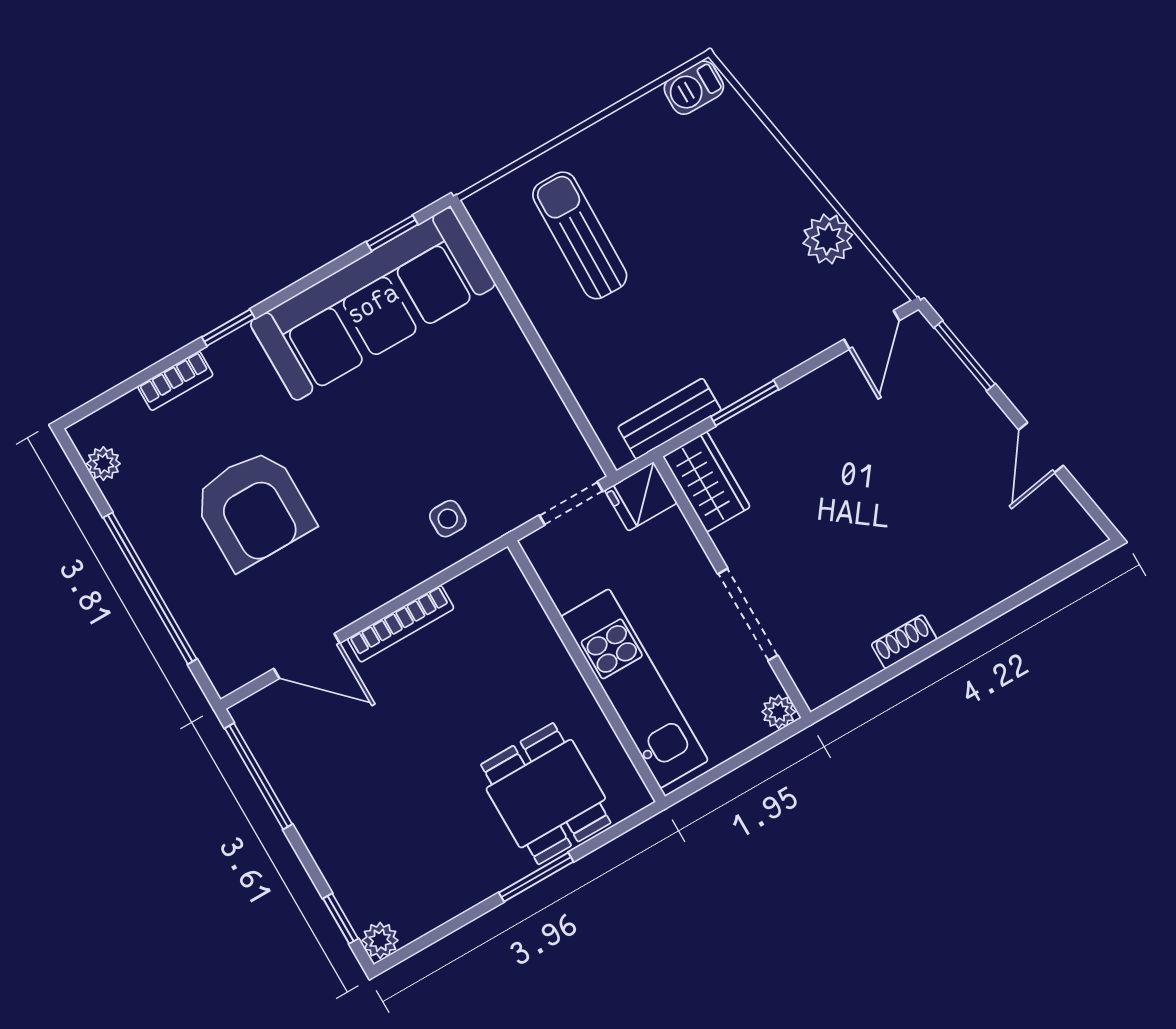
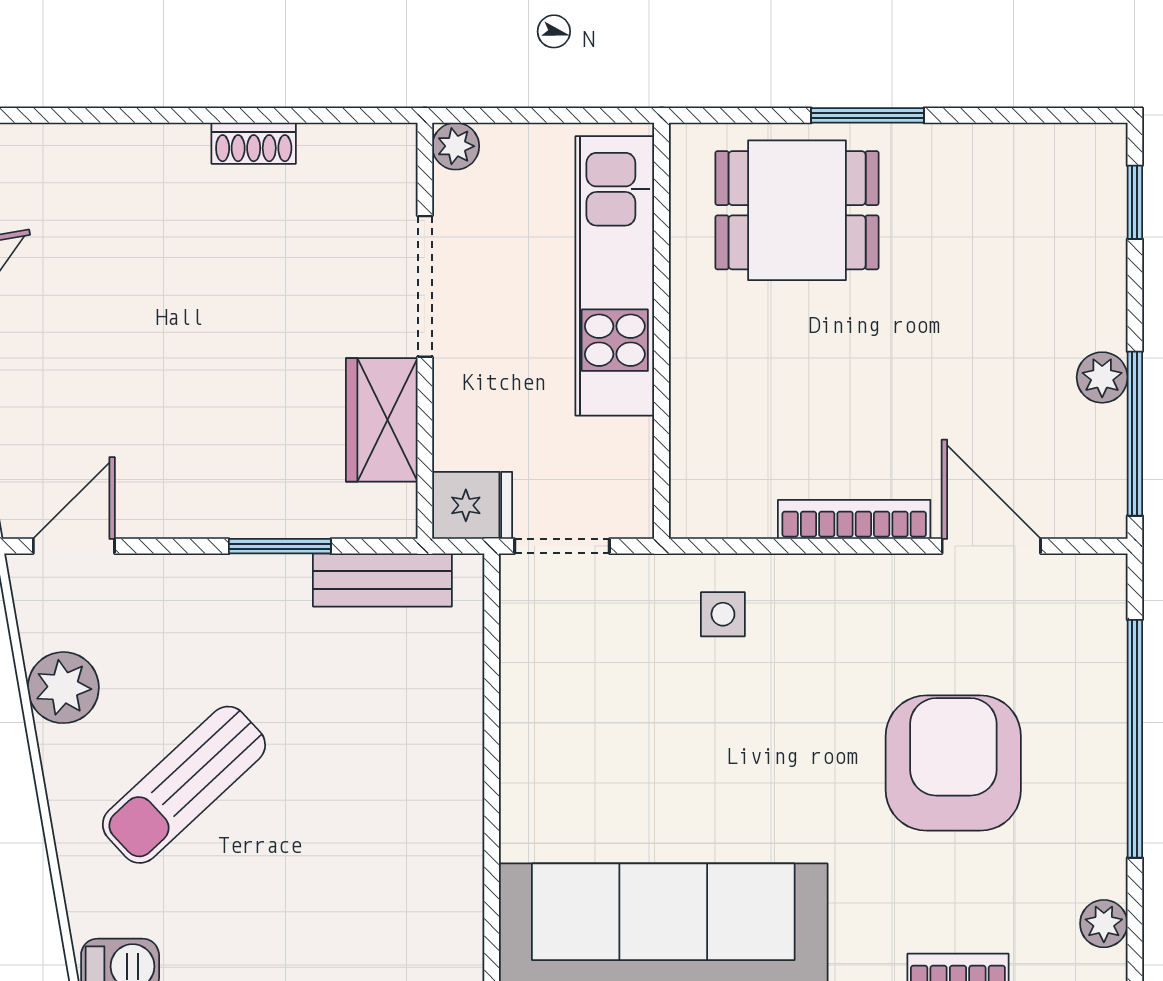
sun lounger: (580, 235) -> (184, 785), moved, turned 46
wardrobe: (707, 482) -> (382, 420), moved
dining table: (546, 794) -> (797, 210), turned 90
plant: (380, 940) -> (1102, 377), moved

